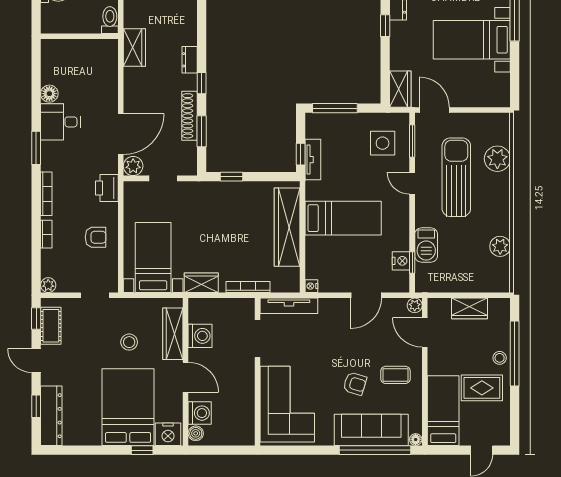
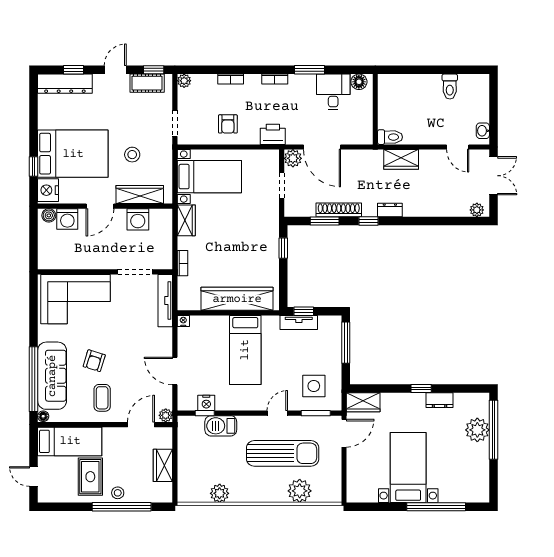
toilet: (110, 20) -> (390, 137), moved
wall: (79, 36) -> (375, 109), moved
bookcase: (46, 194) -> (275, 79), width x0.64
bookcase: (248, 287) -> (182, 263), width x0.64

